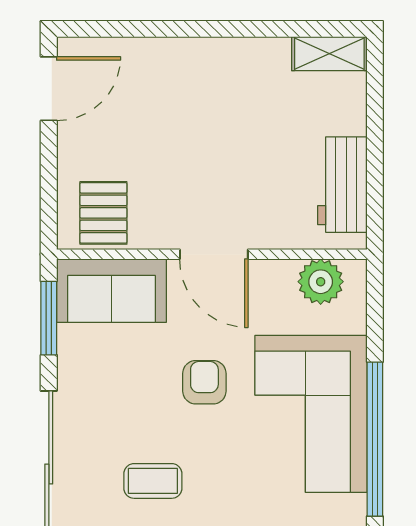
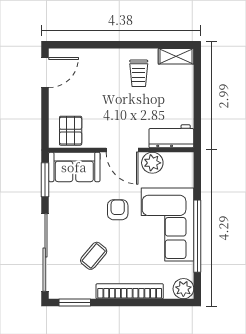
trolley: (249, 90) -> (139, 73), added
workbench: (342, 185) -> (171, 136), moved, turned 90
plant: (321, 282) -> (152, 163), moved
coffee table: (153, 481) -> (94, 256), turned -50

